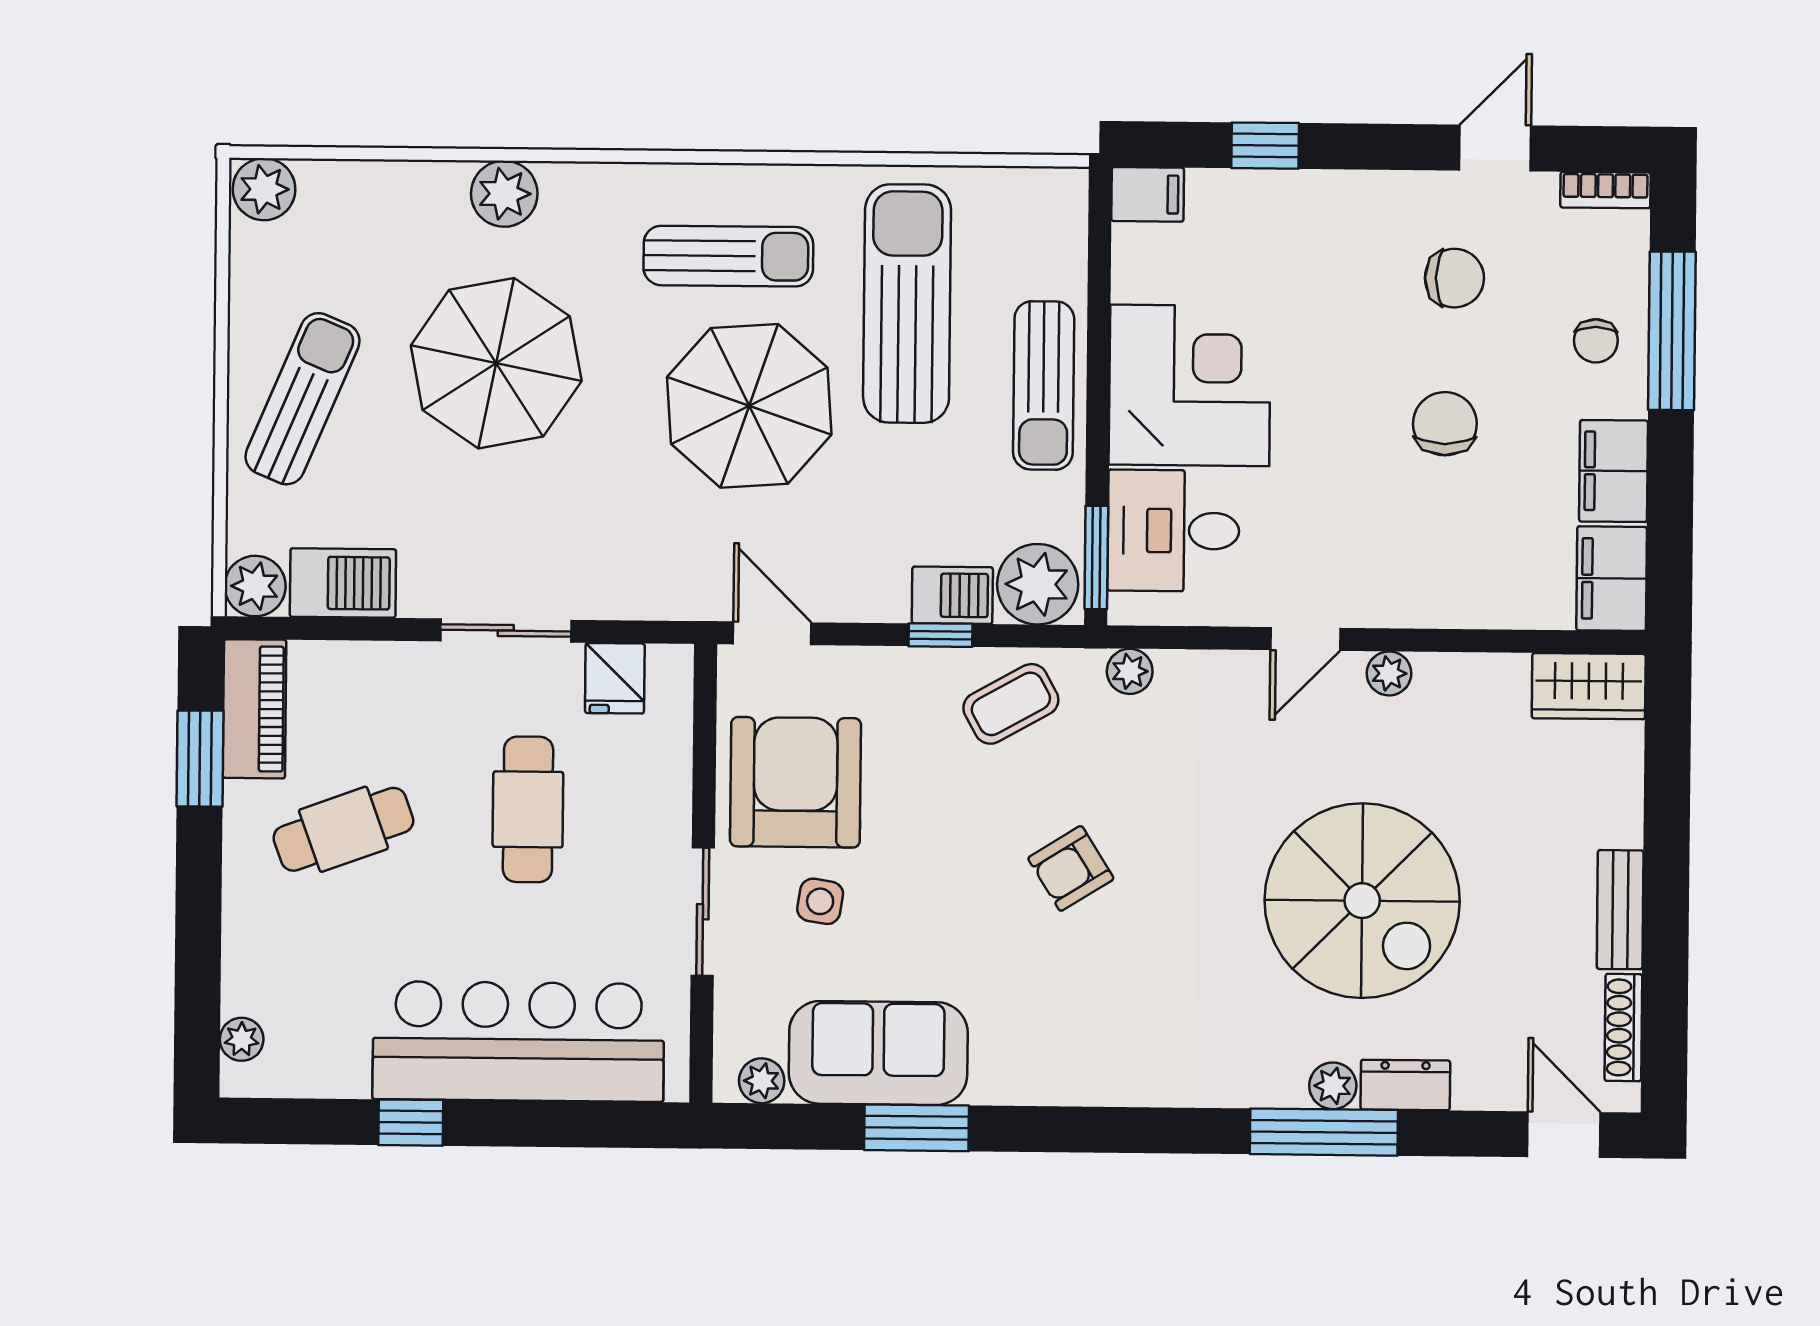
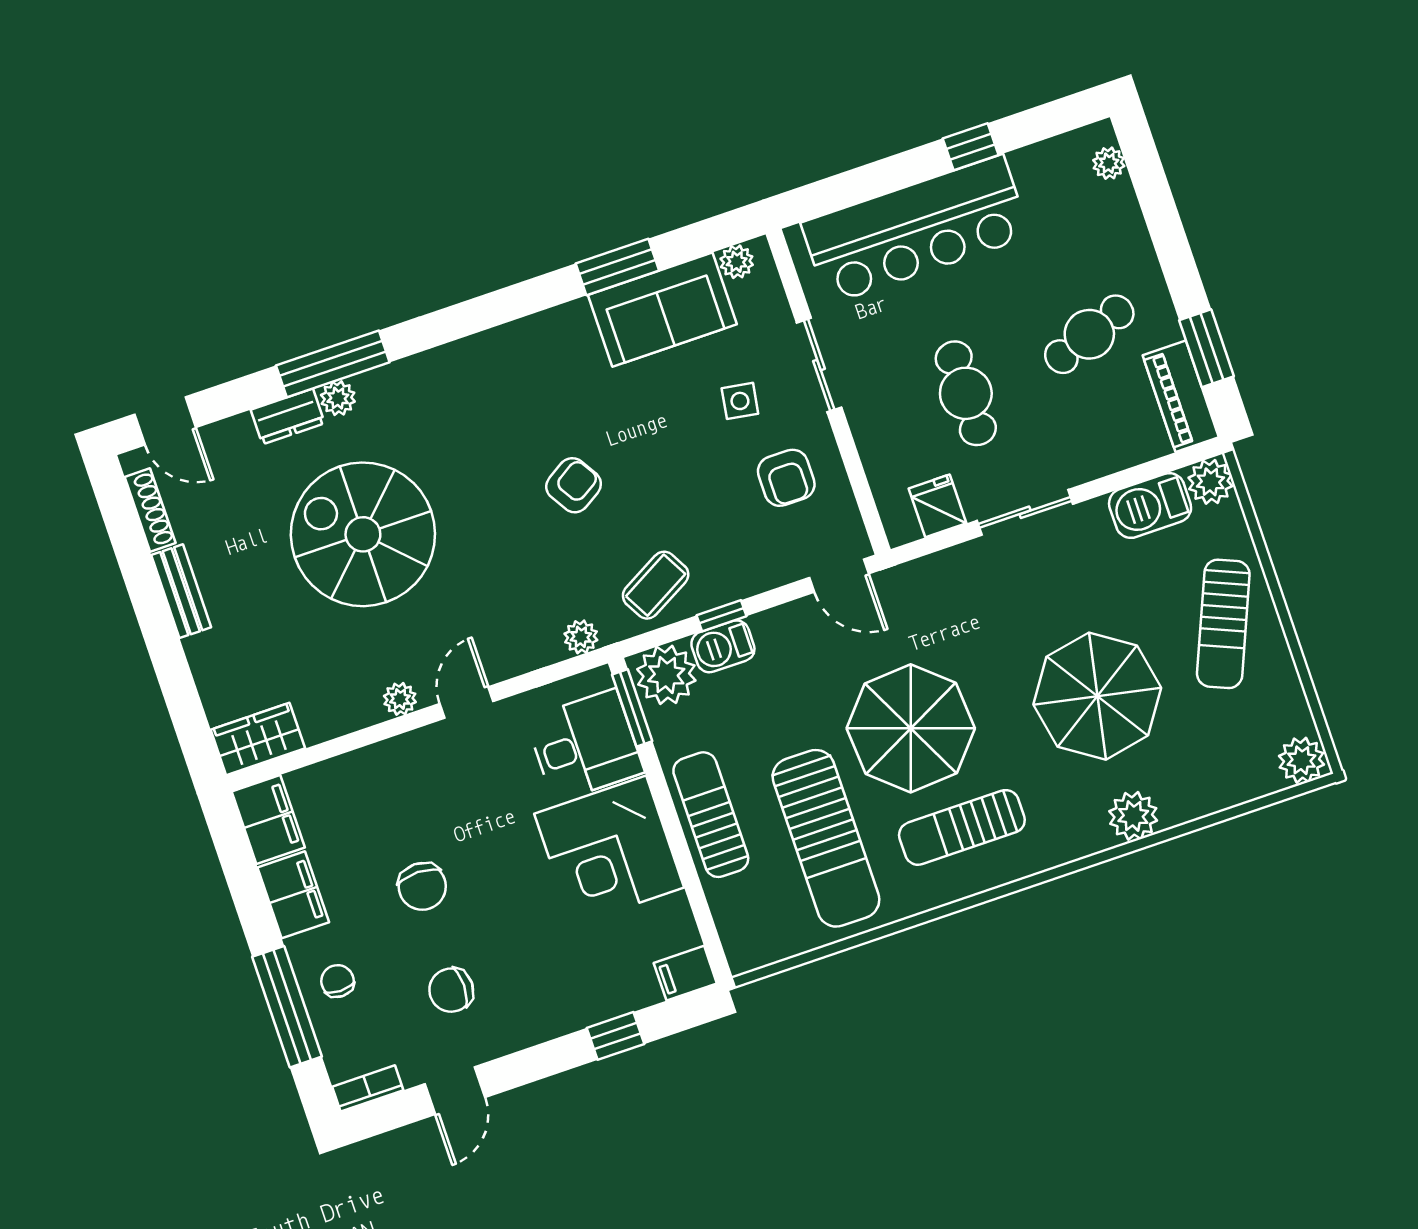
armchair: (796, 782) -> (786, 478), width x0.53, depth x0.53

